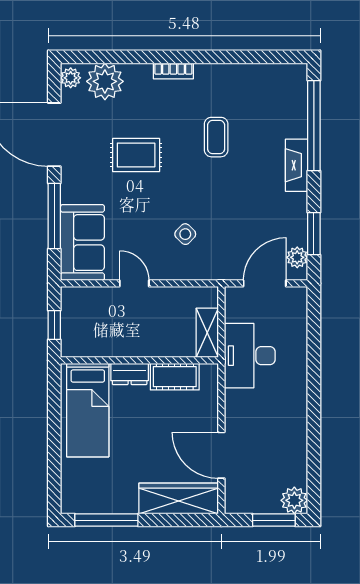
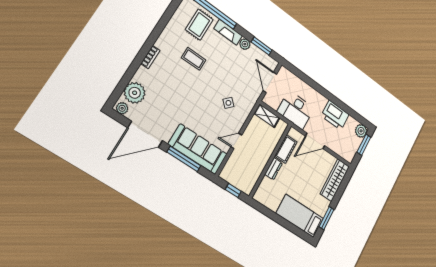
rug: (136, 155) -> (199, 25), moved
sofa: (82, 243) -> (198, 149), width x1.36
plant: (297, 257) -> (245, 44), moved
shelving: (207, 333) -> (267, 116), moved
bed: (88, 410) -> (300, 216), moved, turned 180
printer: (289, 434) -> (335, 115), added
door: (221, 455) -> (315, 141), moved
window: (106, 520) -> (327, 218), width x0.69

